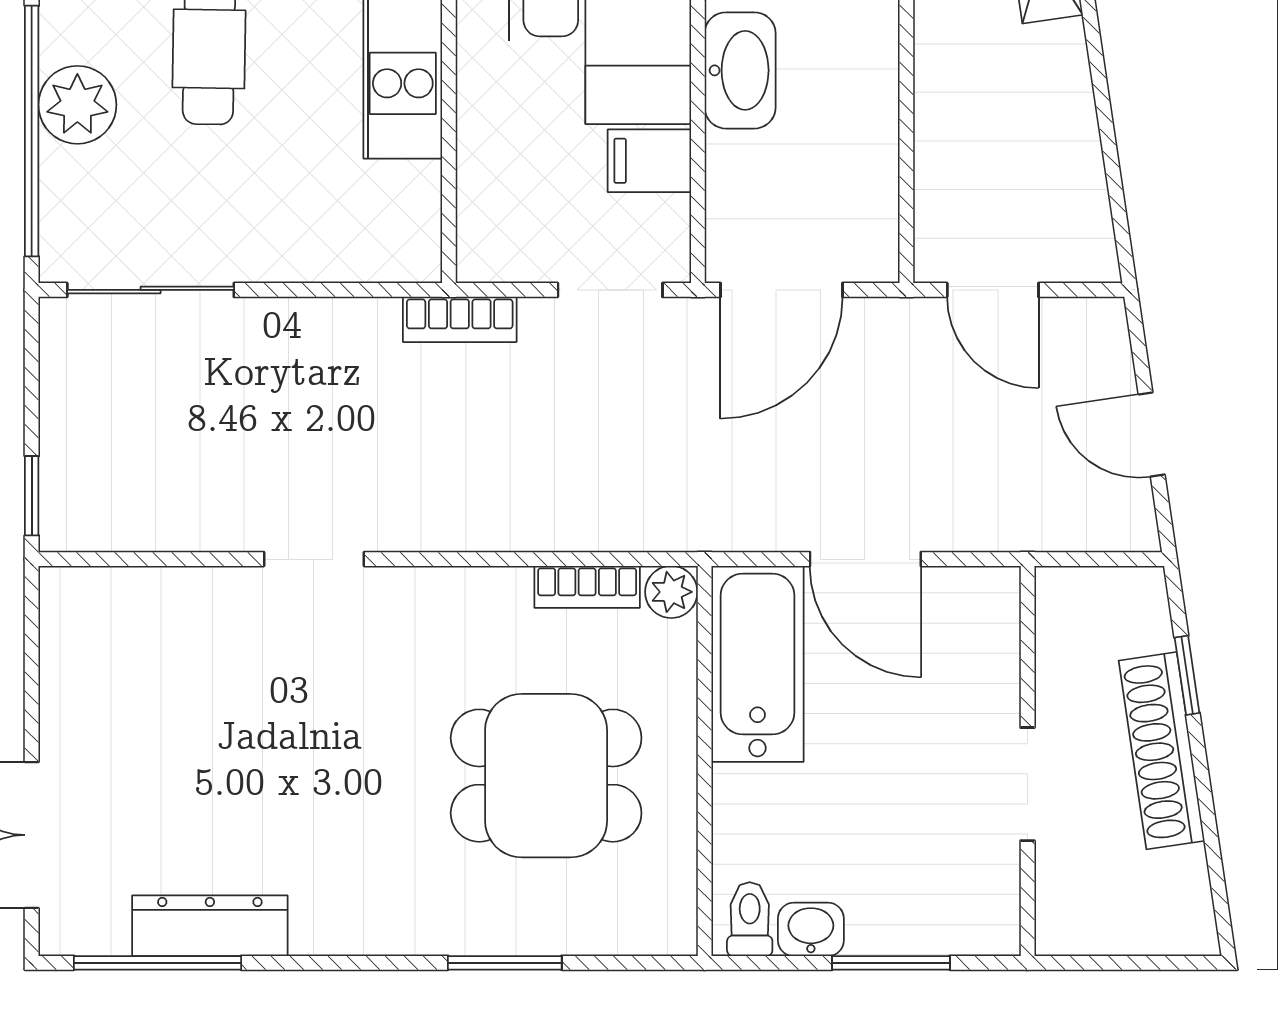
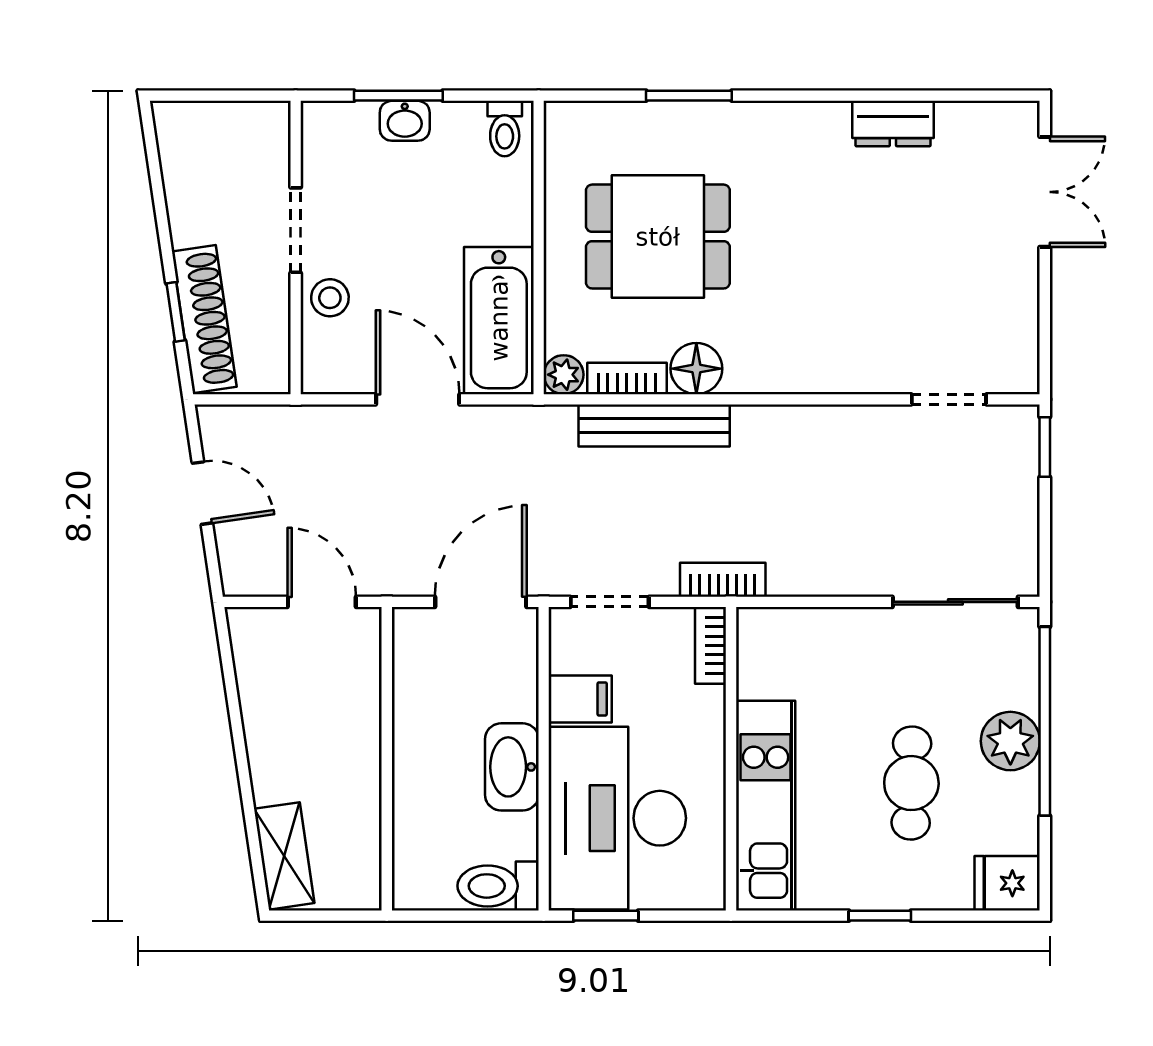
bookcase: (476, 232) -> (710, 645), added
bench: (551, 524) -> (654, 426), added
doorway: (314, 559) -> (949, 399), moved
floor lamp: (495, 600) -> (696, 369), added
stool: (982, 694) -> (330, 298), added
shoe rack: (1162, 751) -> (204, 319), moved
dresser: (210, 926) -> (893, 124), width x0.70
washbasin: (811, 929) -> (405, 121), moved
window: (158, 963) -> (950, 96), removed

